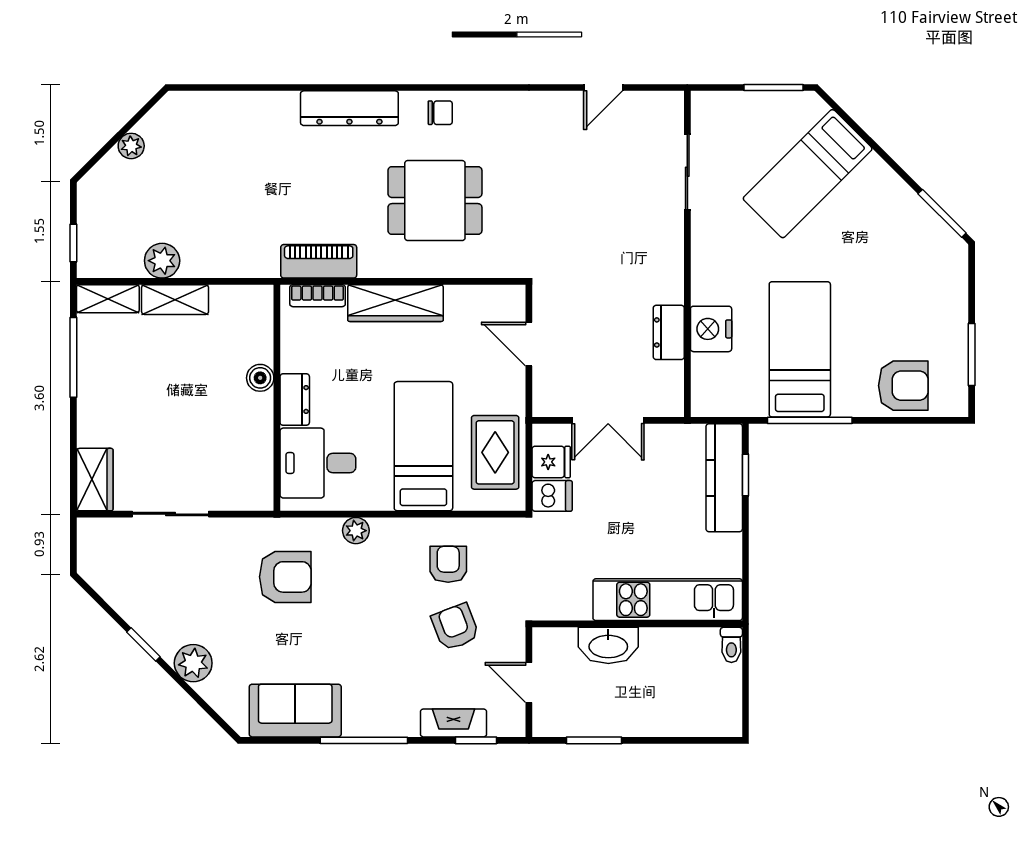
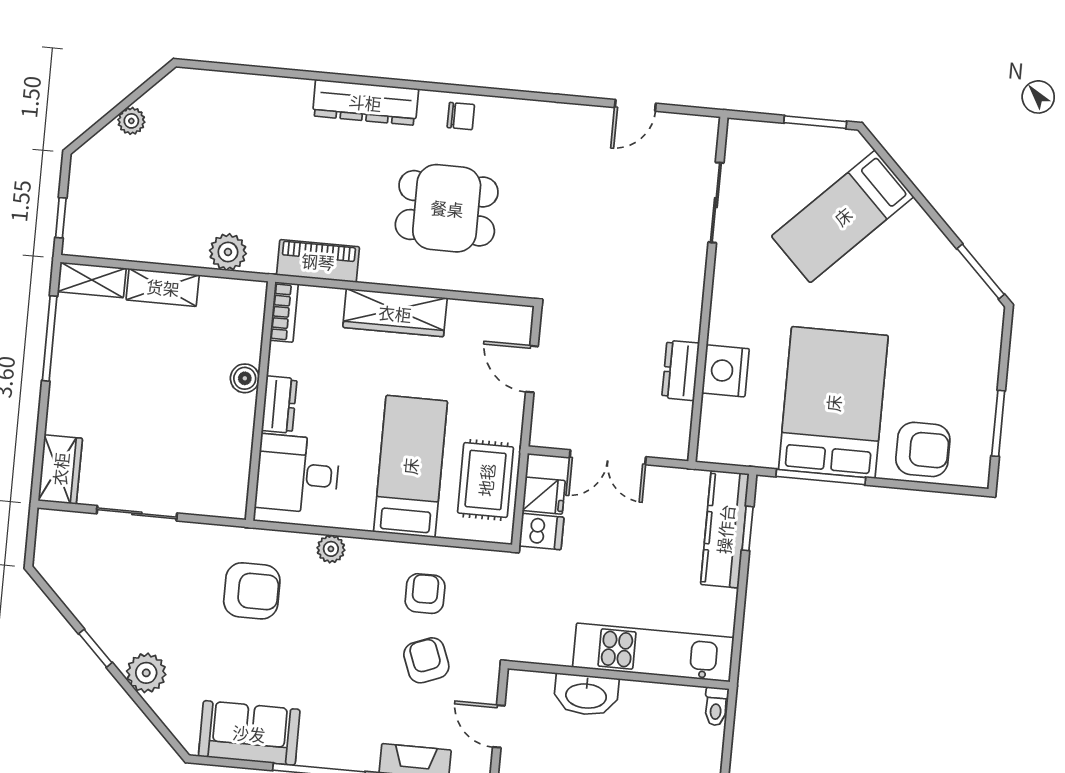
plant: (162, 261) -> (228, 252), moved
bookcase: (318, 296) -> (284, 312), moved, turned -90
bed: (800, 349) -> (833, 403), width x1.50

